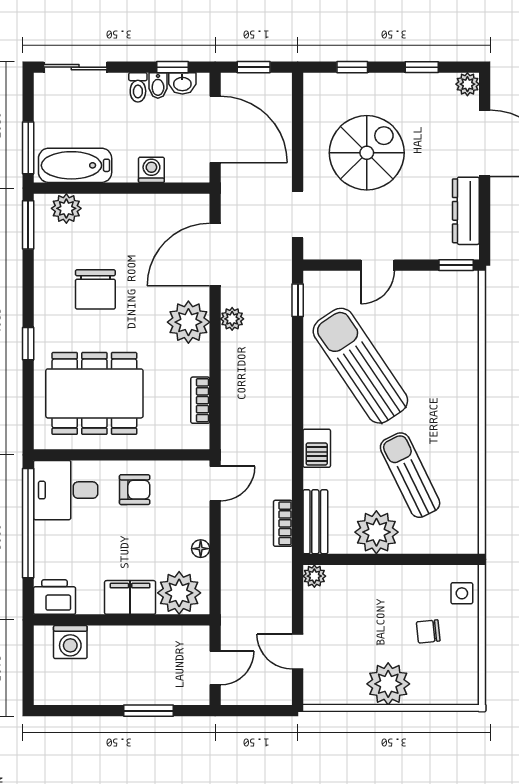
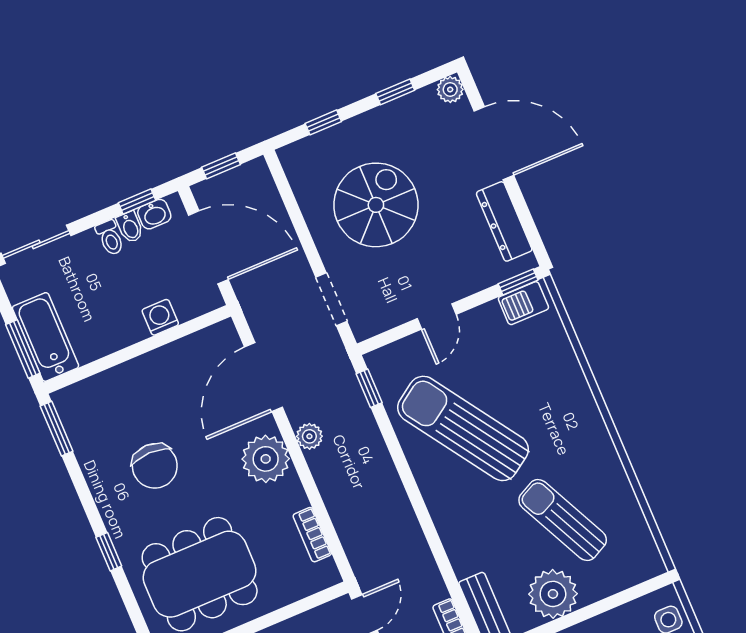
bathtub: (75, 165) -> (45, 337), moved, turned 90
plant: (66, 208) -> (89, 395), removed
barbecue: (317, 448) -> (523, 303), moved, turned 90

